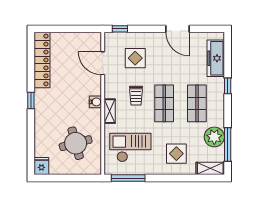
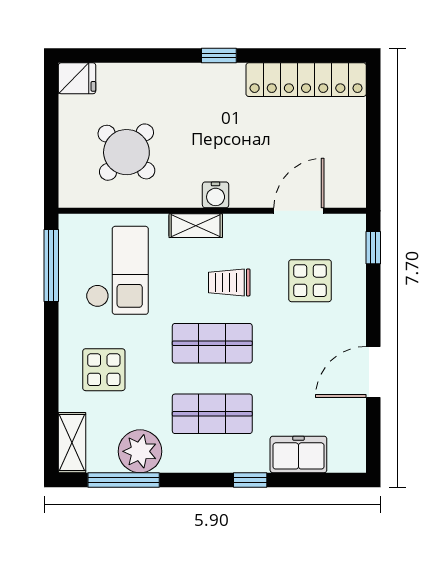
freezer: (216, 58) -> (298, 454), width x0.71
round table: (76, 143) -> (126, 152), turned -32

